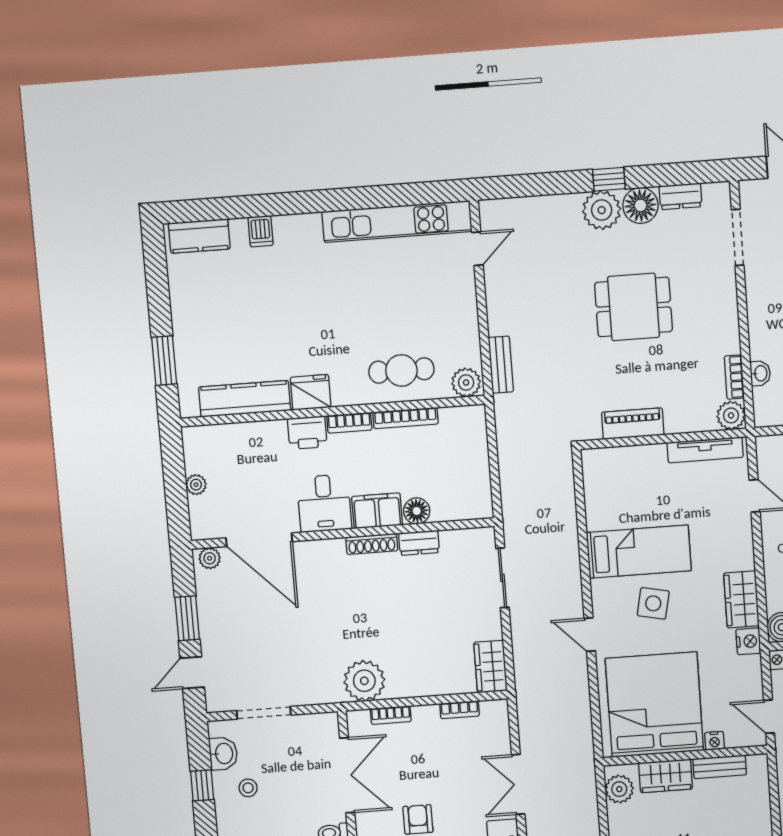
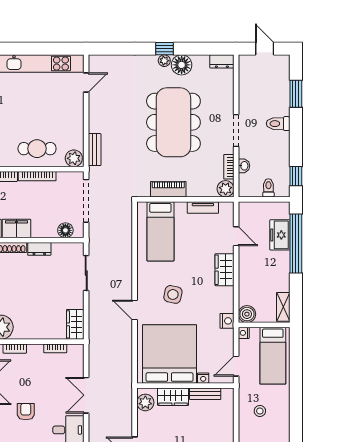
dresser: (680, 196) -> (222, 61), moved
plant: (602, 210) -> (164, 61), width x0.53, depth x0.53
doorway: (738, 237) -> (236, 130), moved
dining table: (633, 307) -> (173, 122), width x1.88, depth x1.24
tv unit: (705, 450) -> (203, 208), width x0.71
doorway: (493, 454) -> (86, 201), added
floor lamp: (417, 511) -> (65, 230), moved
bed: (639, 552) -> (160, 231), moved, turned 90
wardrobe: (741, 599) -> (224, 270), moved
door: (769, 717) -> (236, 366), hinge flipped

